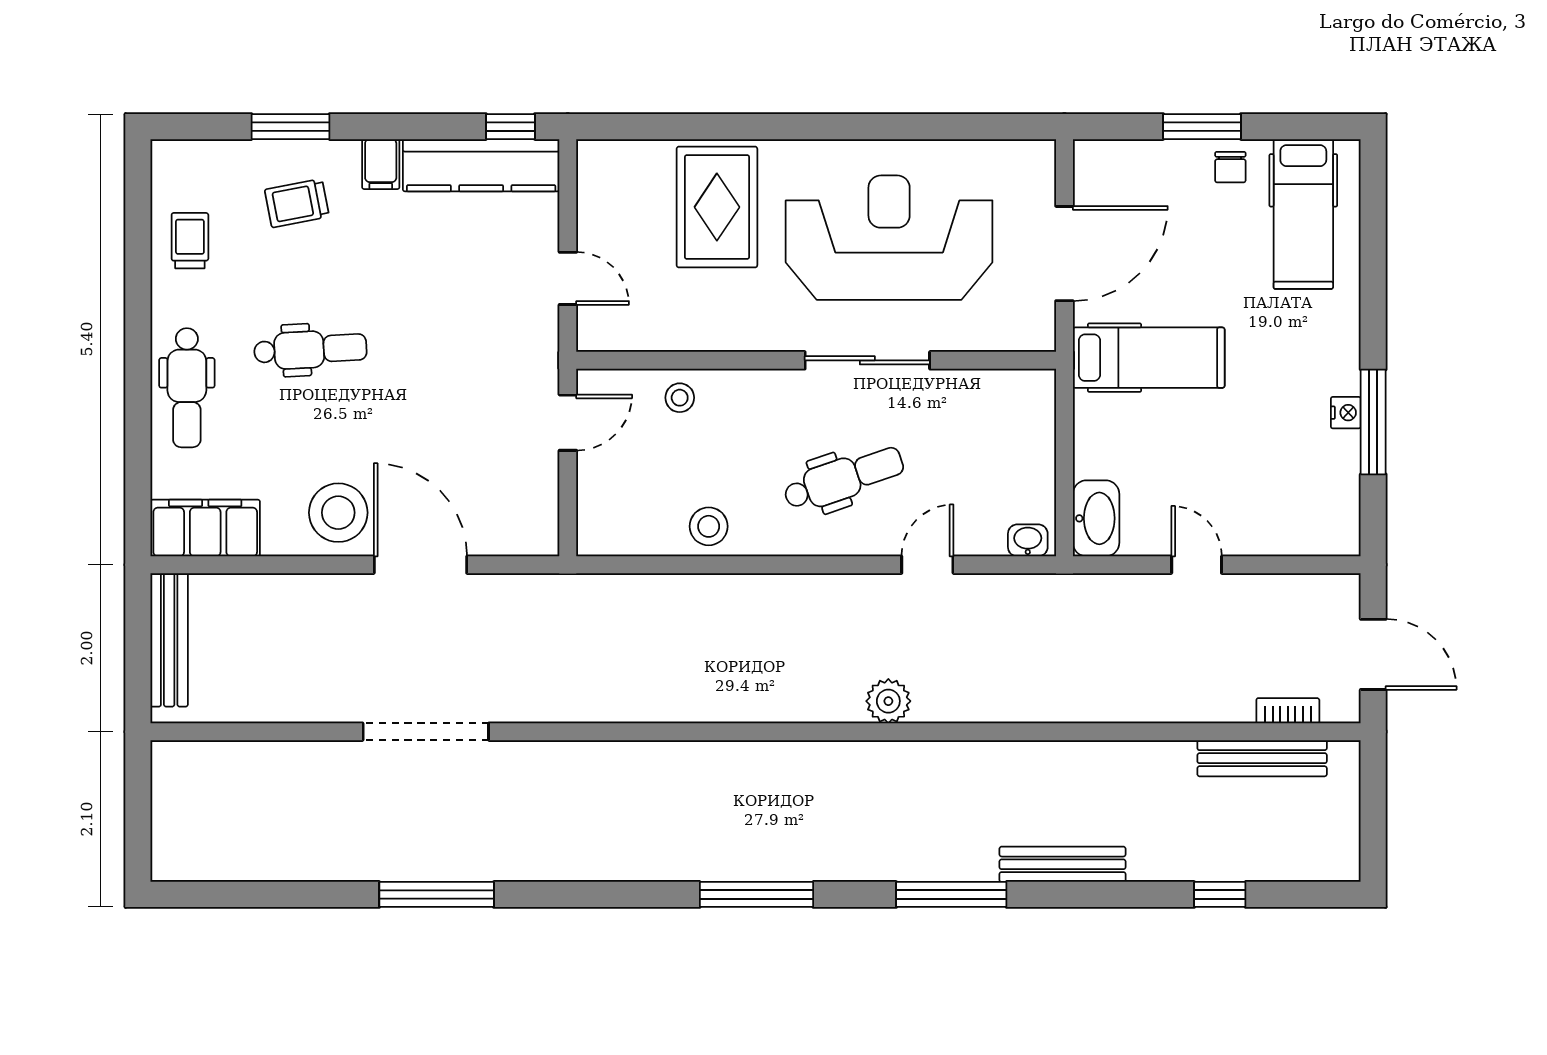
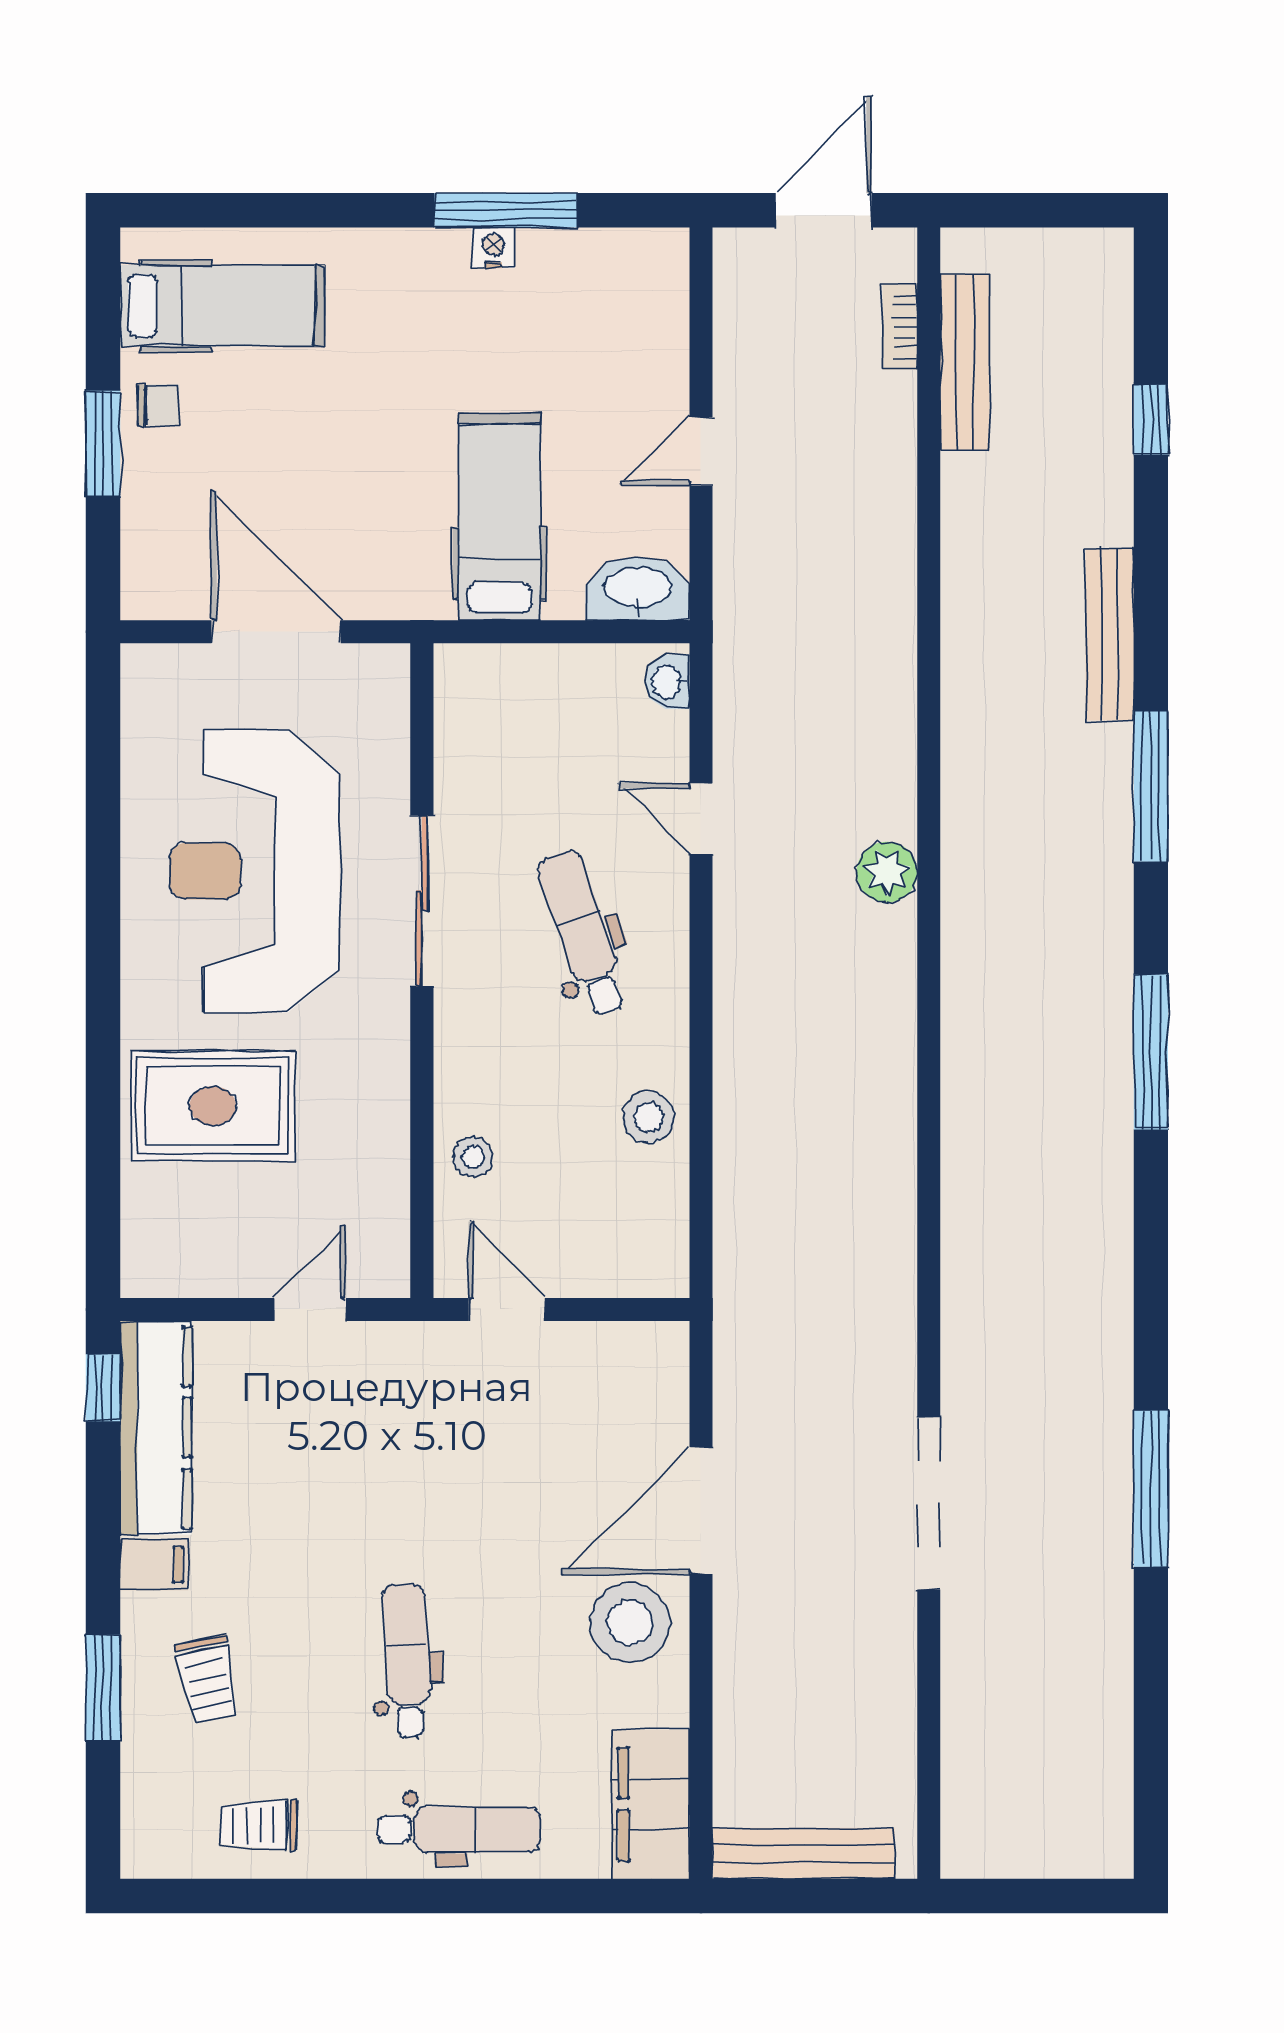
hospital bed: (1149, 358) -> (499, 517), moved

